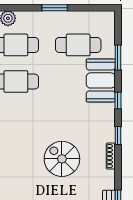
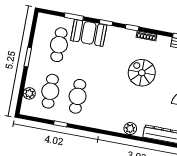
spiral stairs: (62, 159) -> (142, 73), turned 90

